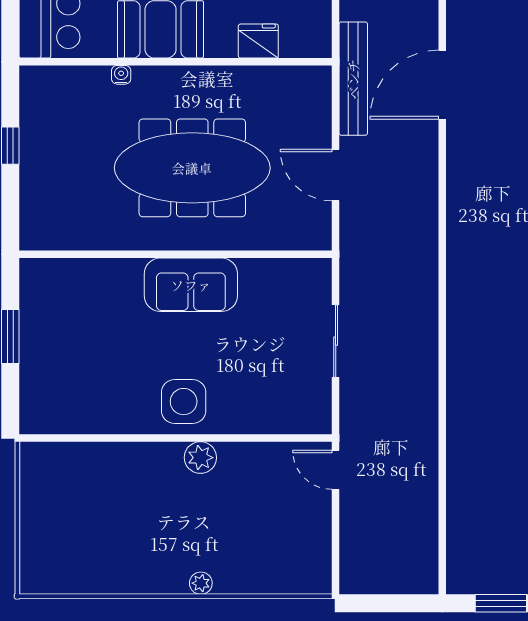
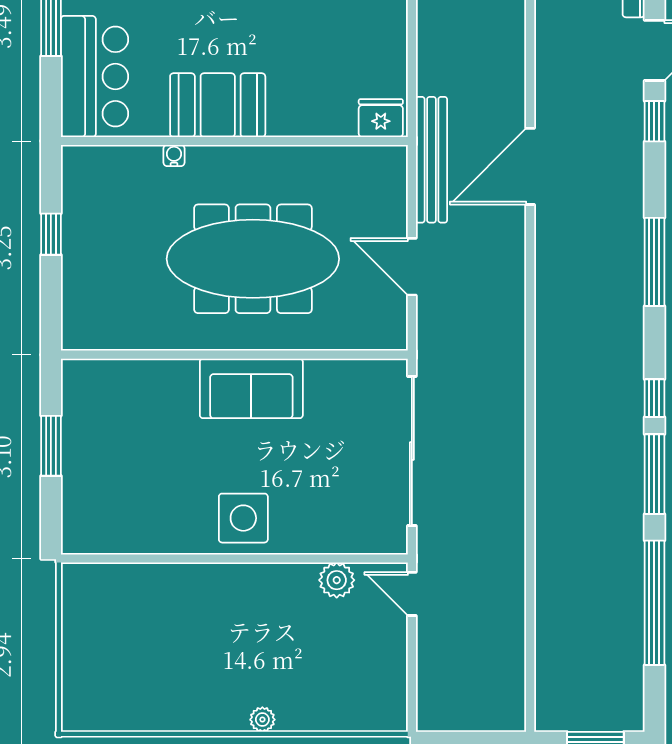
fridge: (258, 41) -> (381, 118), moved
sliding door: (336, 341) -> (412, 451), width x1.86
plant: (200, 458) -> (337, 580), moved

